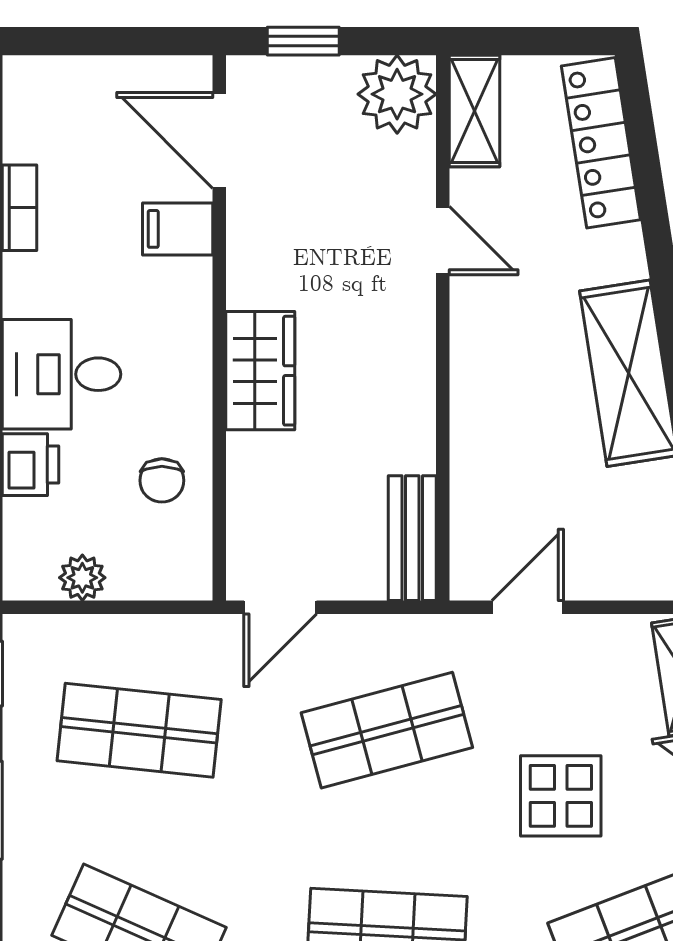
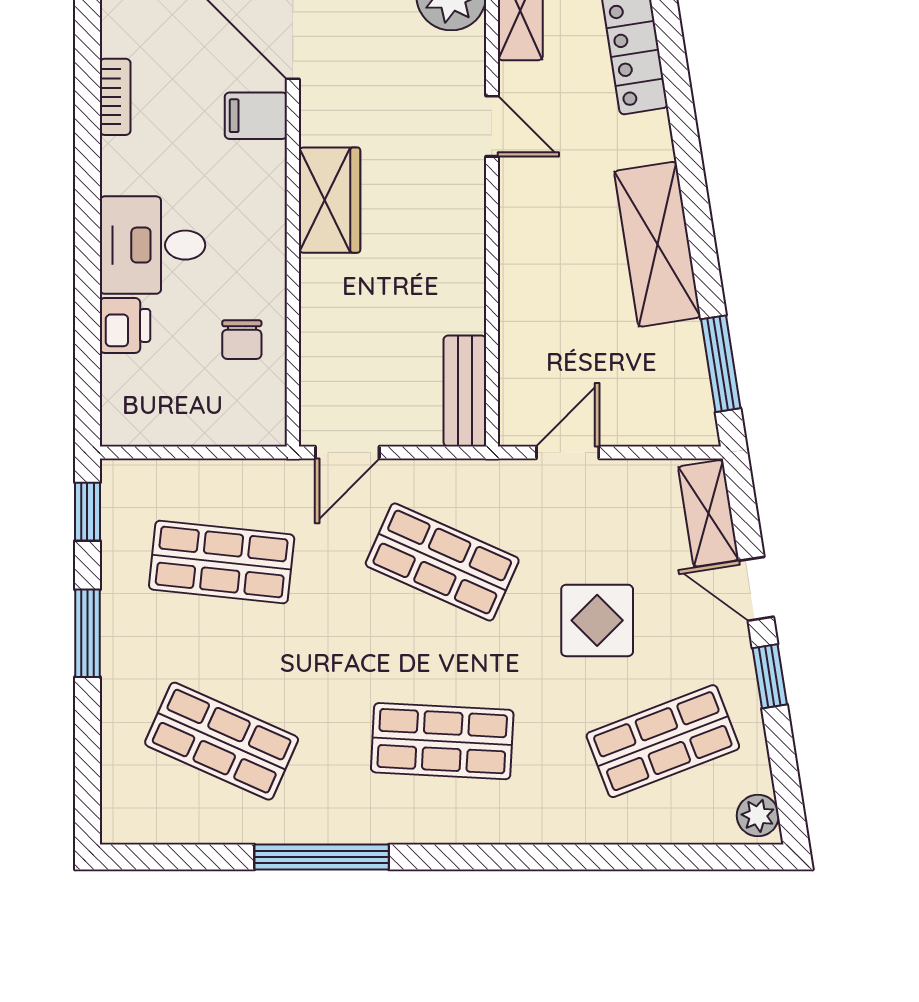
wardrobe: (260, 371) -> (330, 200), moved
plant: (82, 578) -> (171, 426), removed
shop shelf: (387, 730) -> (442, 562), turned 39

